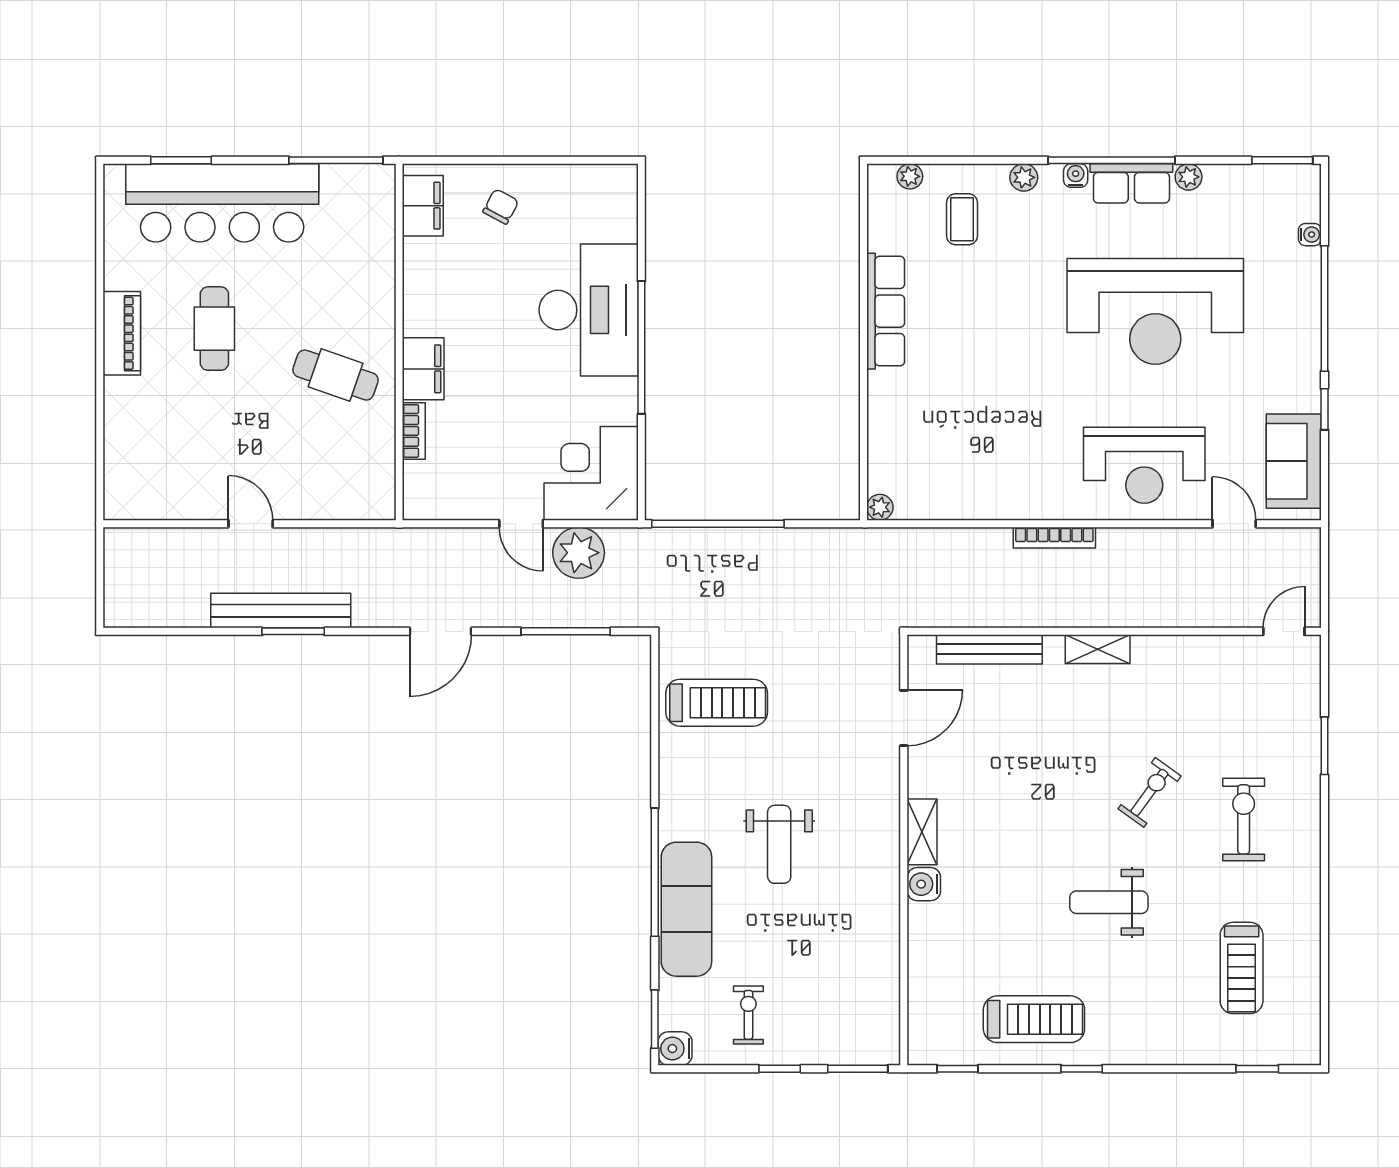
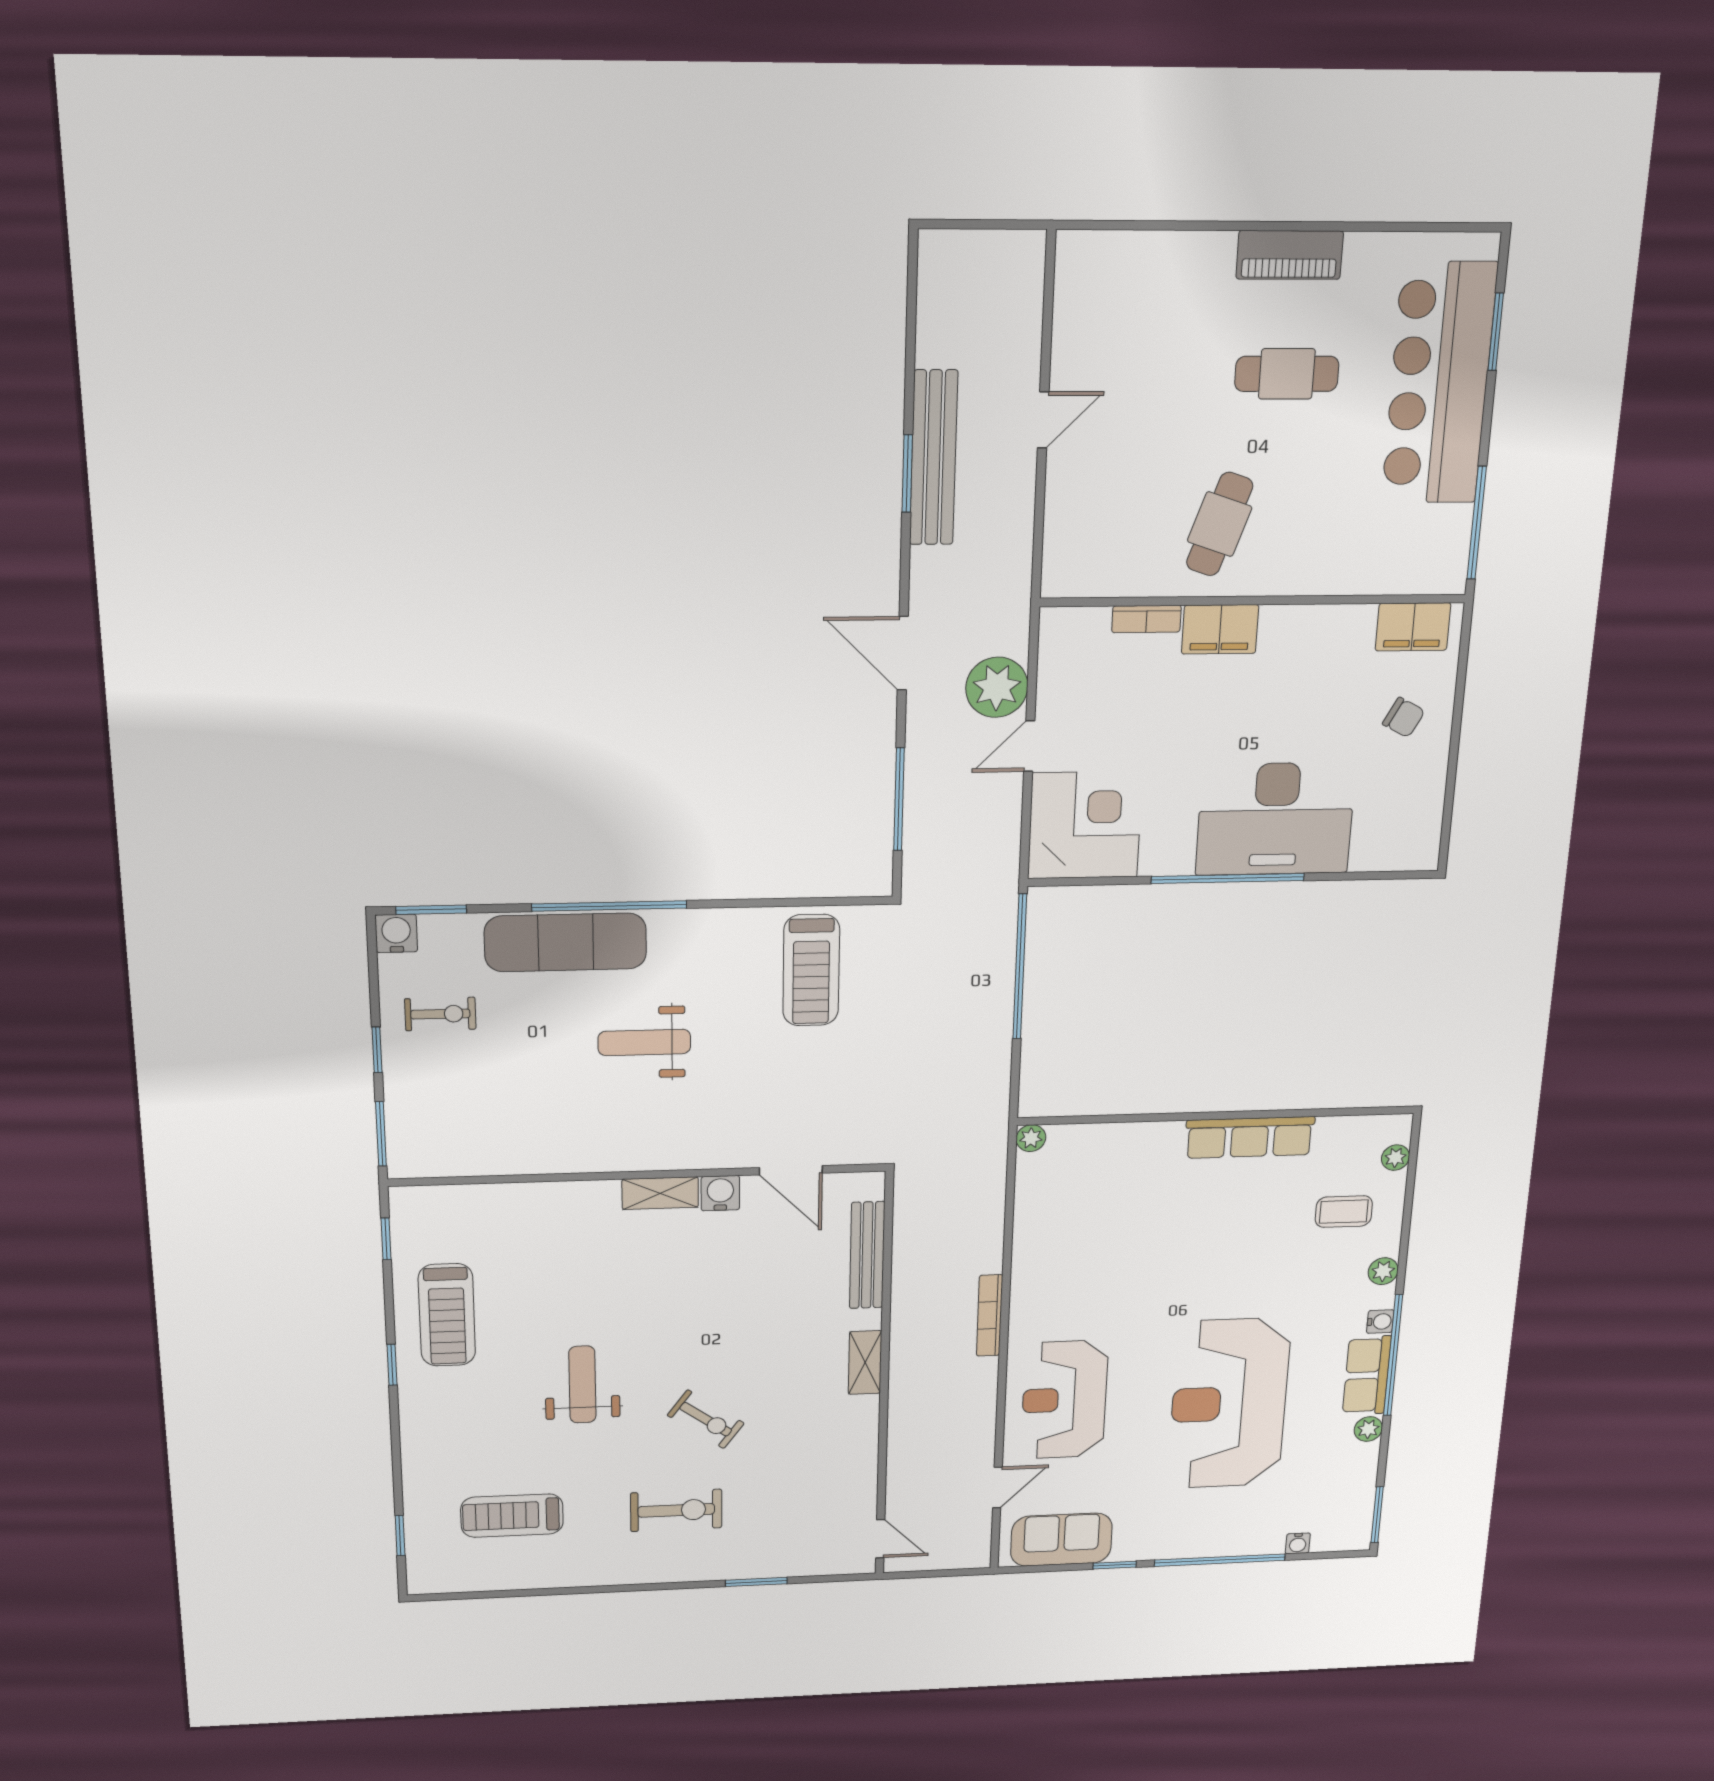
plant: (579, 553) -> (997, 687), moved
water cooler: (924, 884) -> (720, 1193), moved

